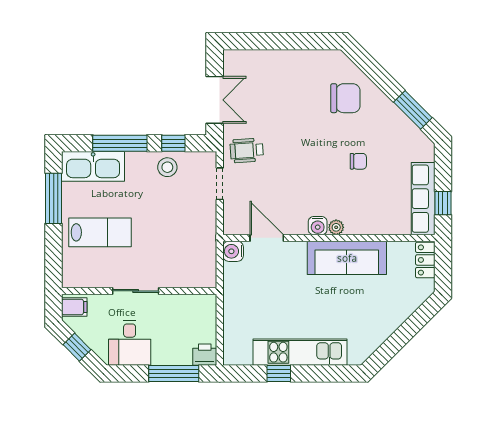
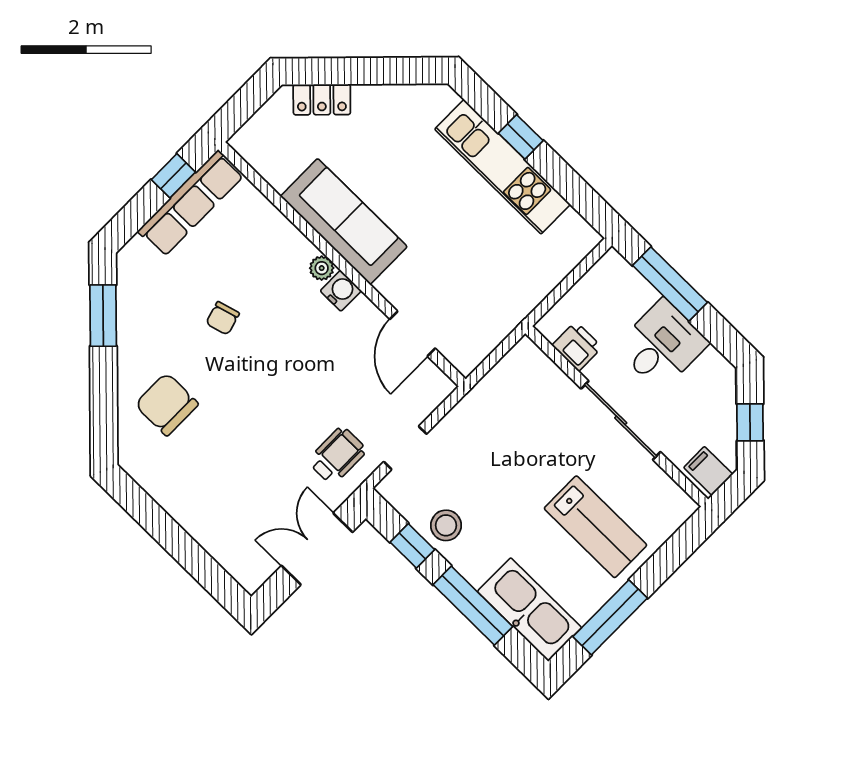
wheelchair: (247, 150) -> (337, 455), turned -86
chair: (358, 161) -> (223, 318), turned -106
lab bench: (100, 232) -> (595, 527), turned 180
water cooler: (233, 251) -> (466, 356), removed
locker: (425, 260) -> (322, 99), moved, turned 45
sliding door: (136, 291) -> (621, 420), width x1.37
desk: (130, 343) -> (662, 345), moved
printer: (205, 355) -> (577, 346), moved, turned 180
window: (279, 374) -> (521, 137), moved

